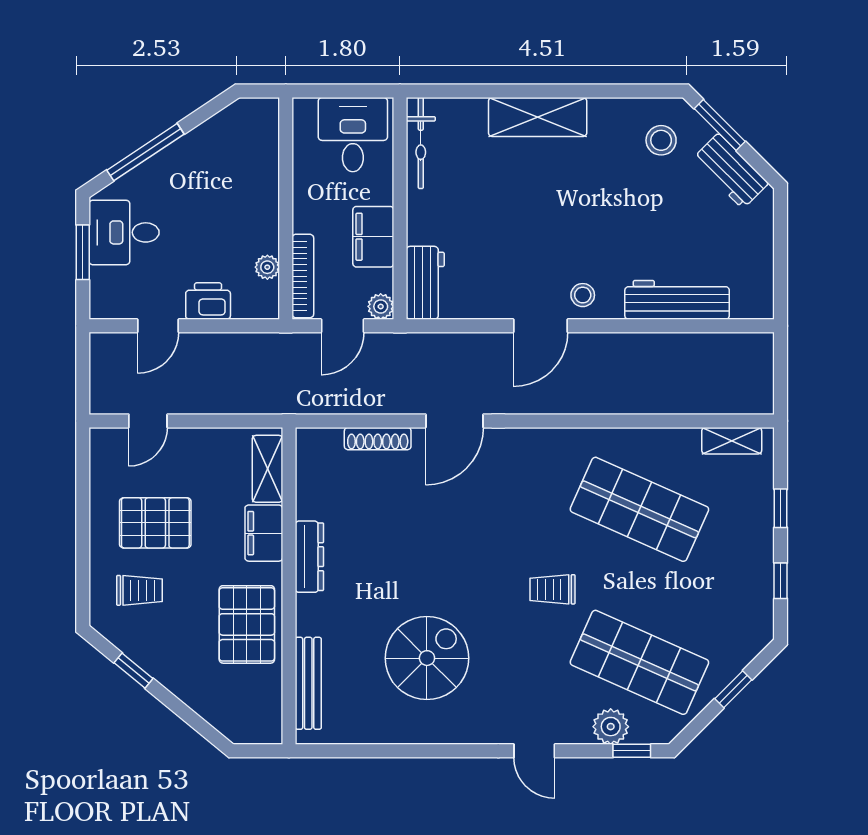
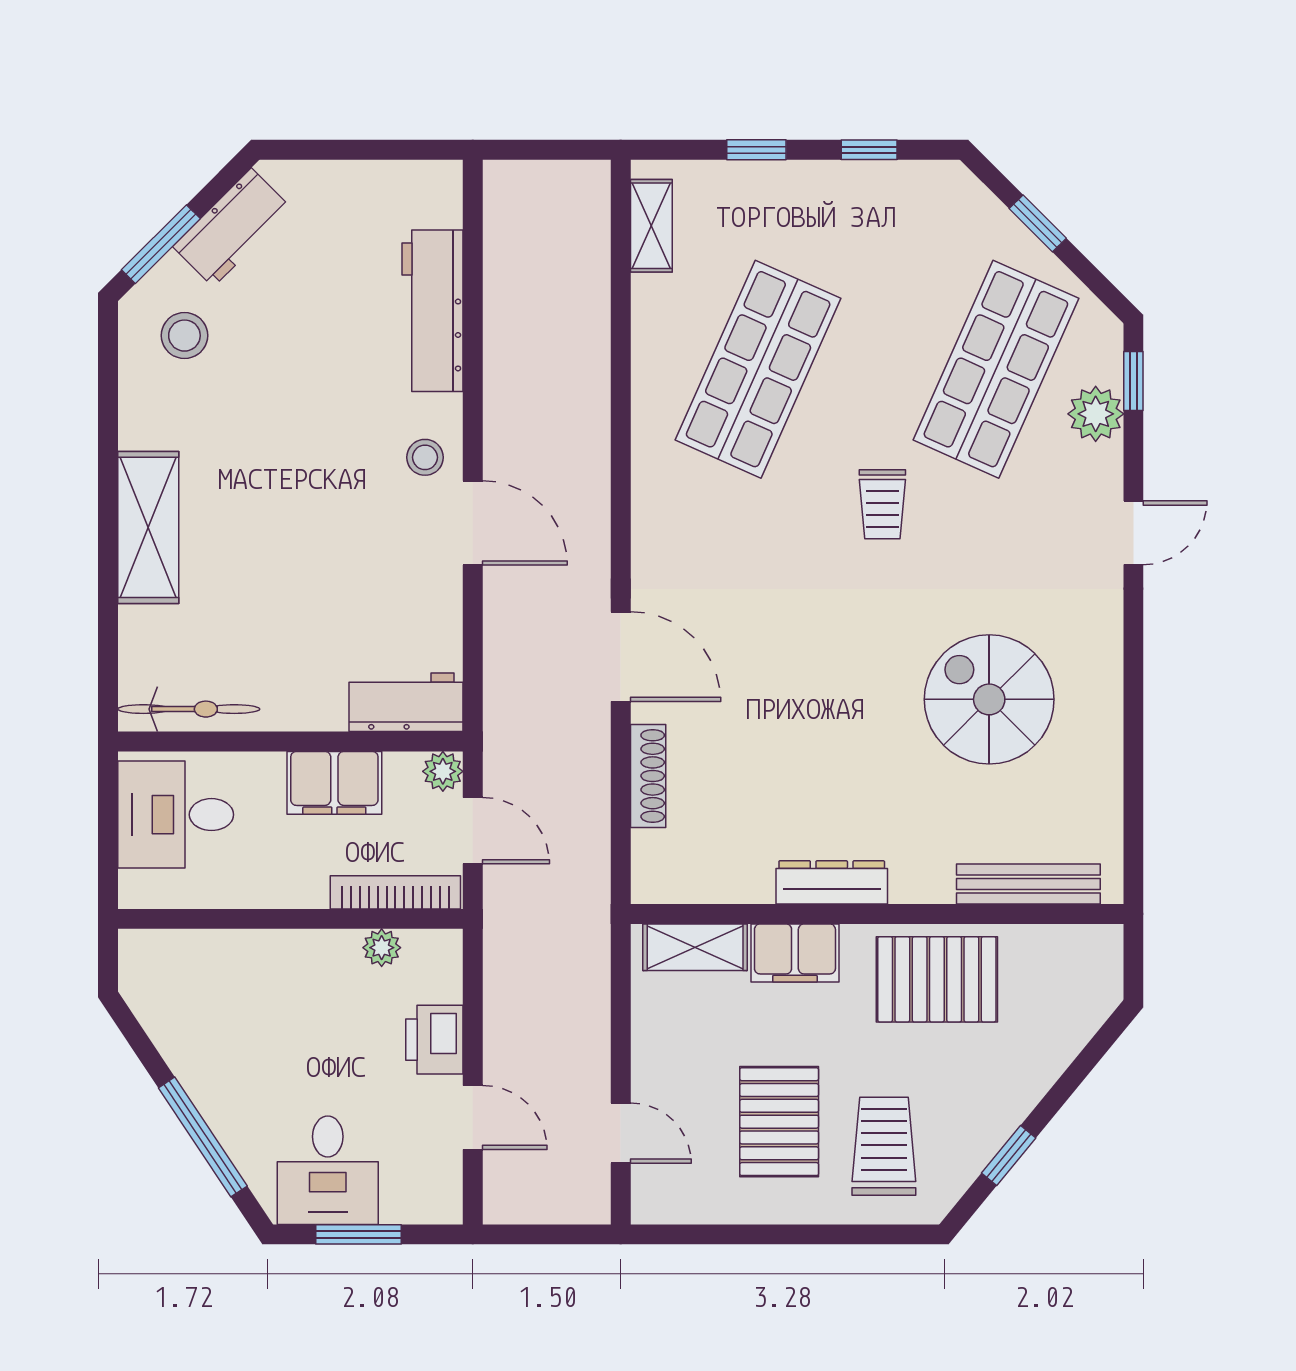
trolley: (139, 590) -> (884, 1146), width x1.36, depth x1.39

